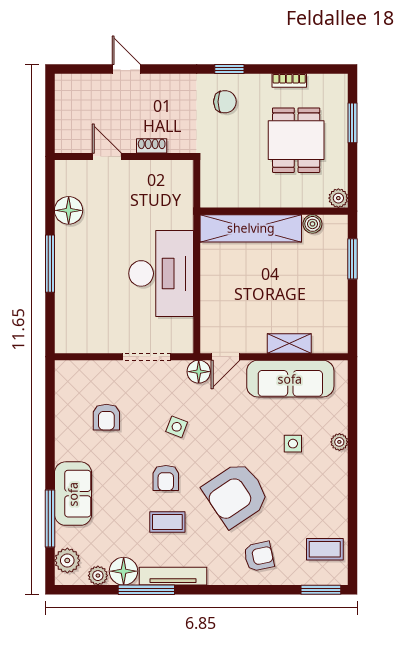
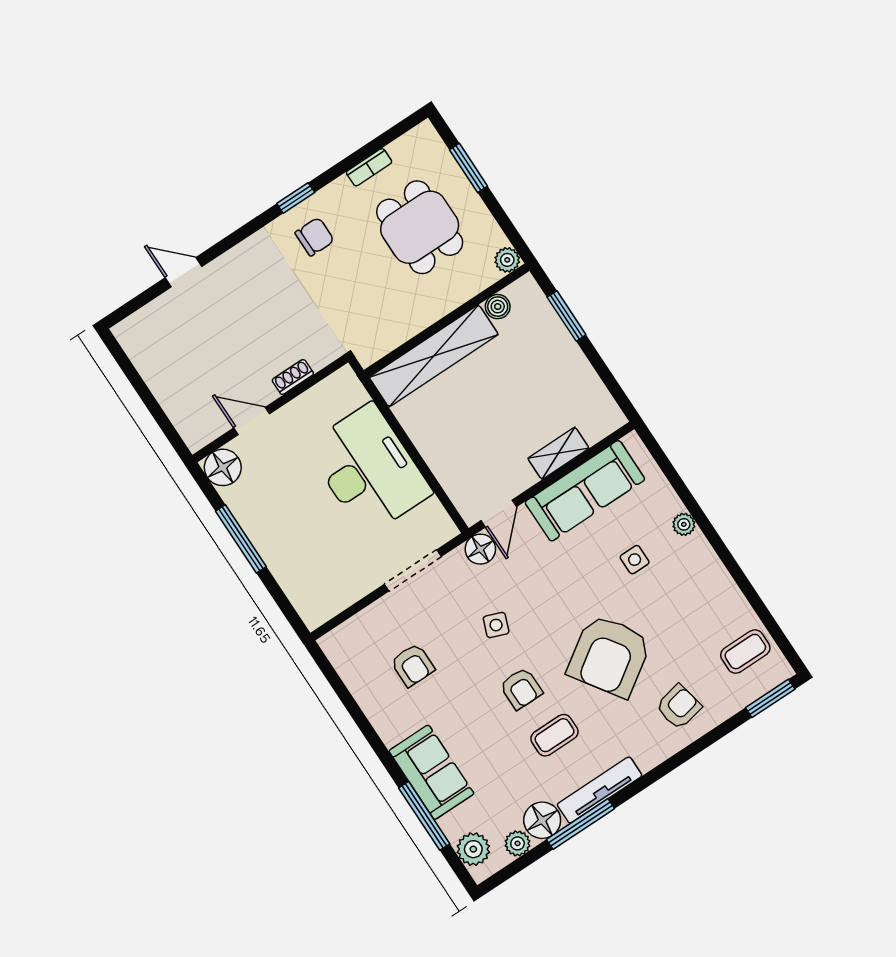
shoe rack: (152, 146) -> (293, 377), moved
door: (107, 157) -> (252, 421), moved
wall: (124, 157) -> (270, 409), moved

